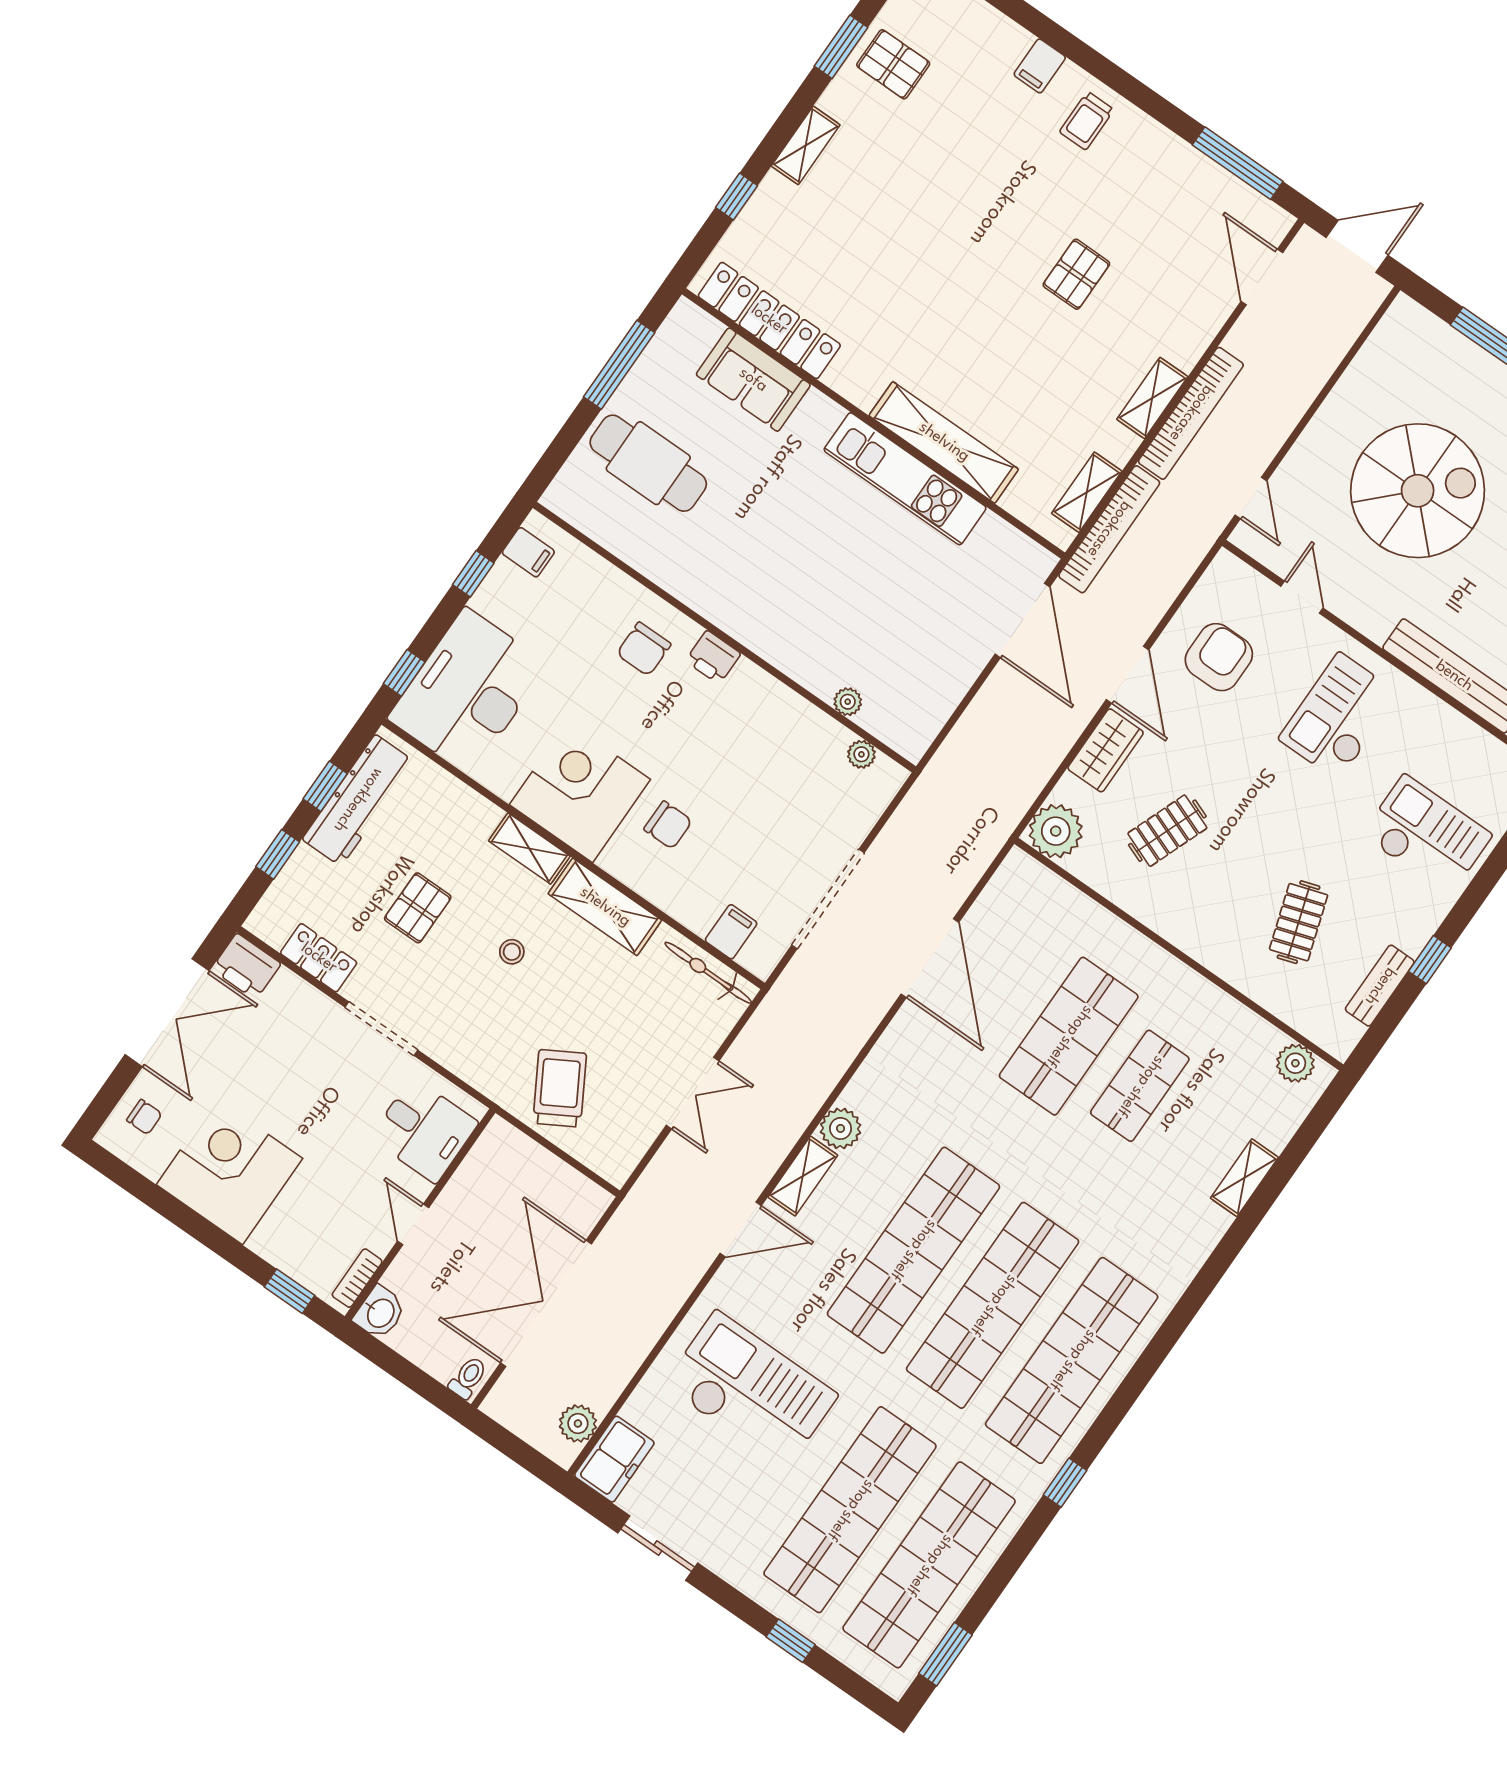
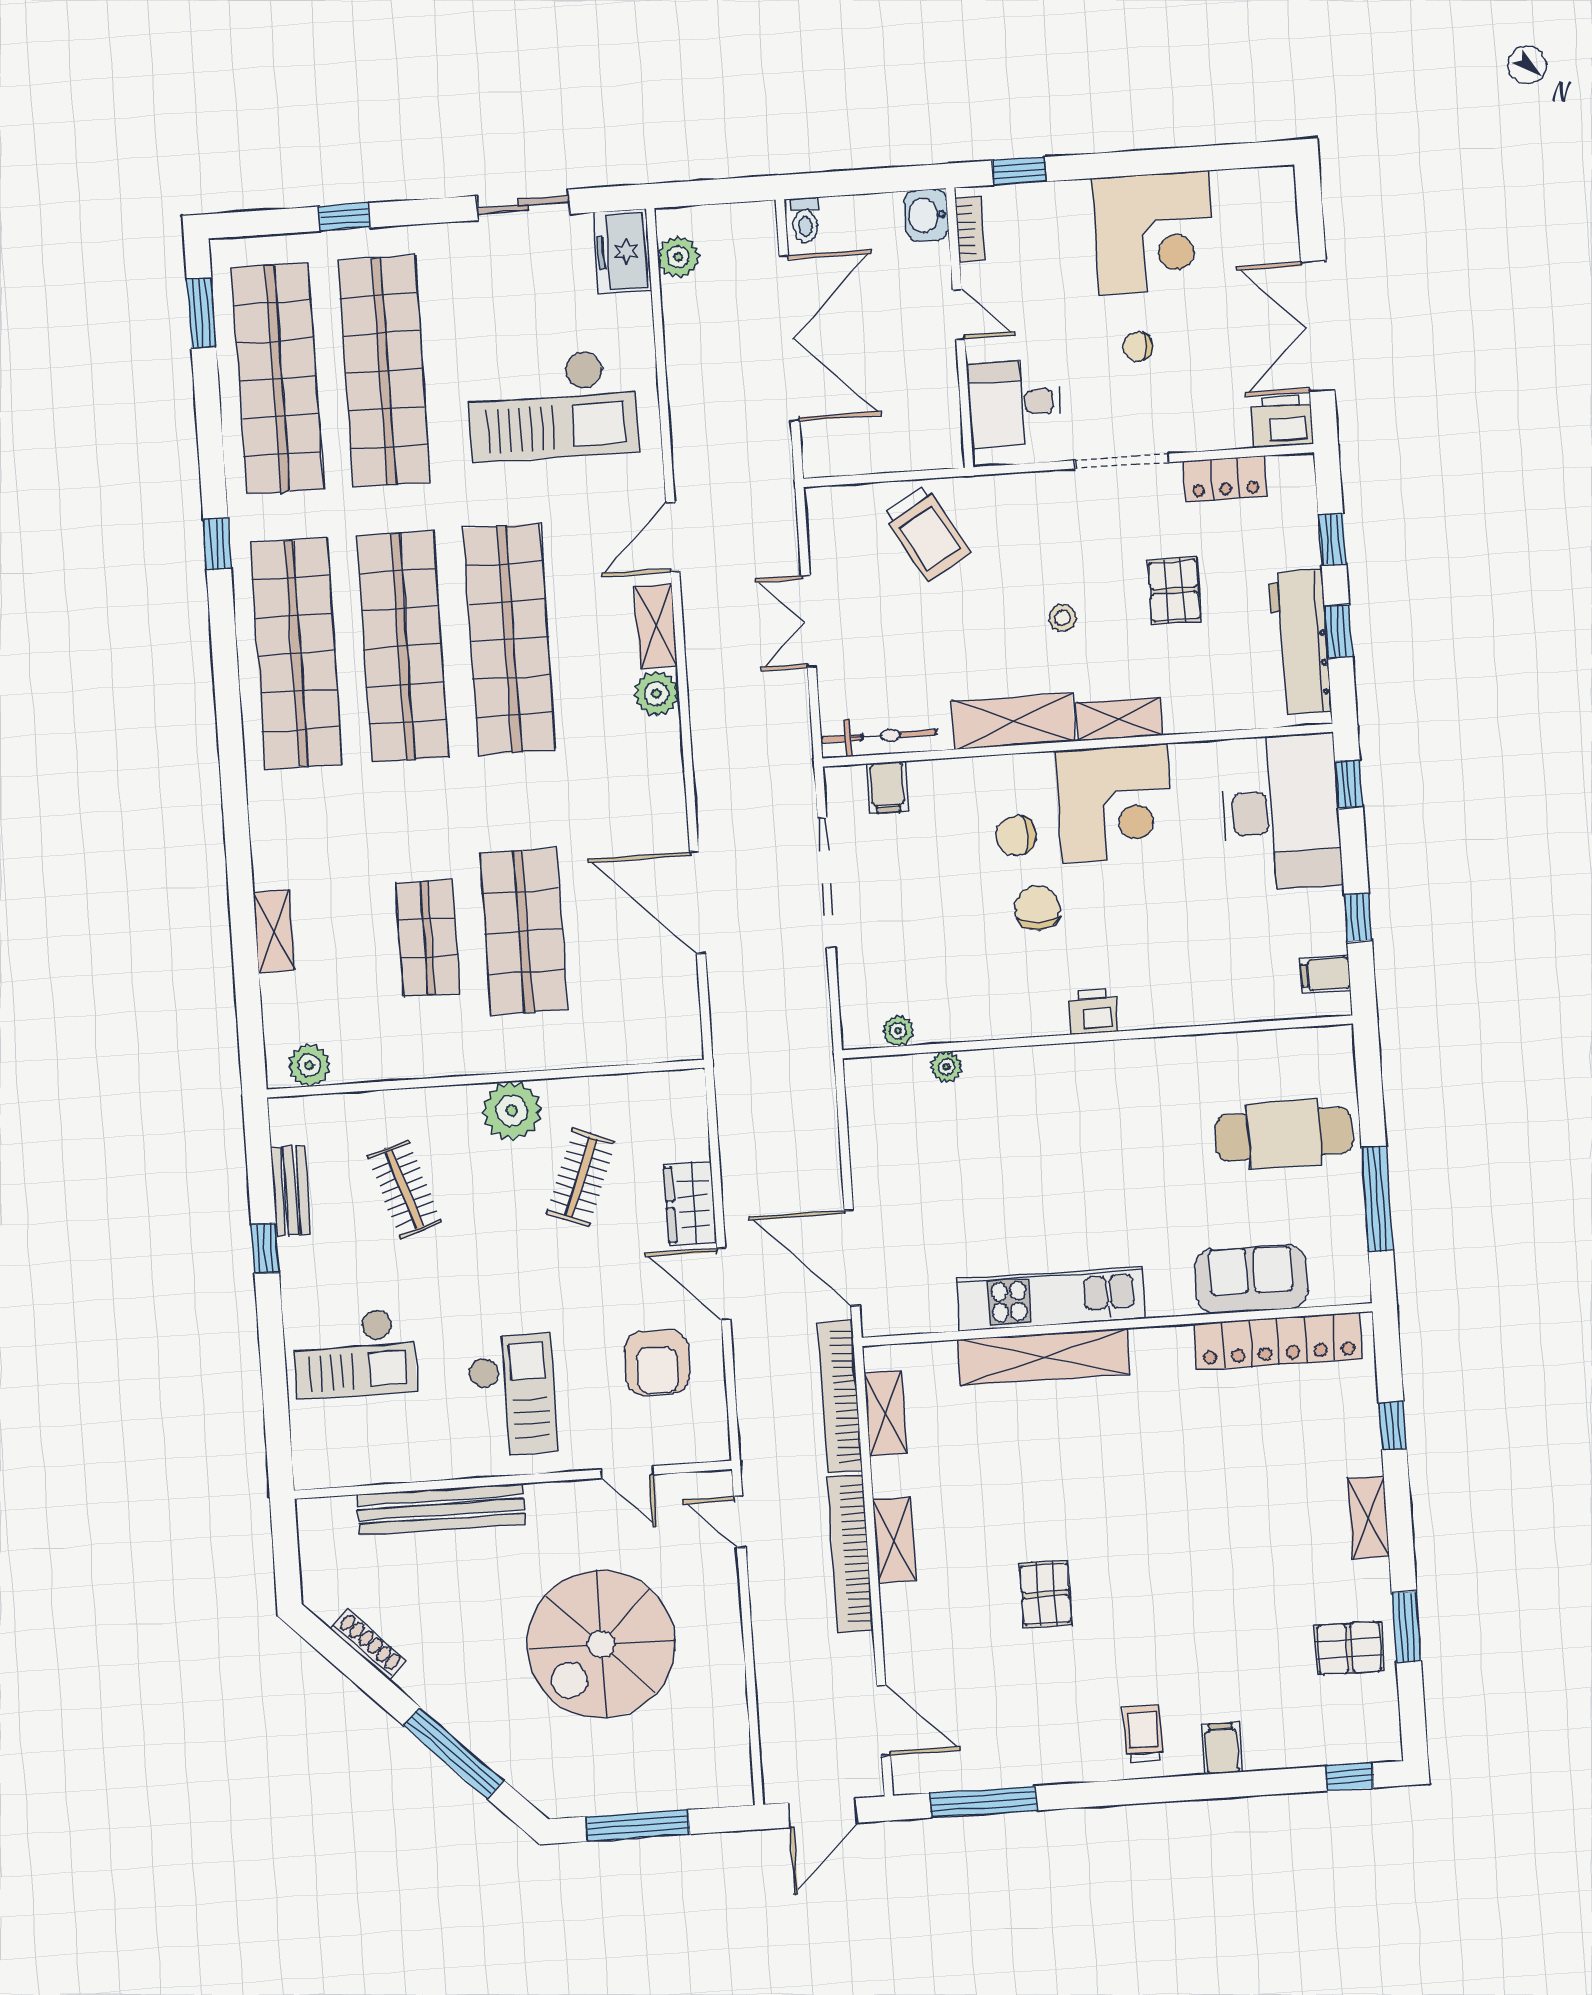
chair: (644, 649) -> (1037, 908), moved
plant: (1056, 831) -> (512, 1111), moved
chair: (144, 1117) -> (1138, 347), moved

